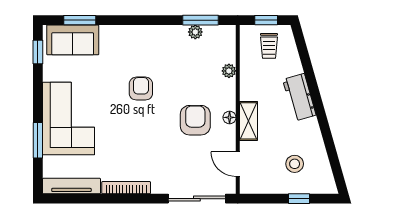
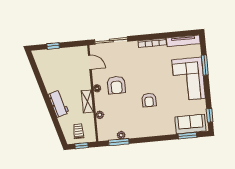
shelving: (249, 121) -> (87, 101), moved
stool: (295, 164) -> (57, 65), removed

